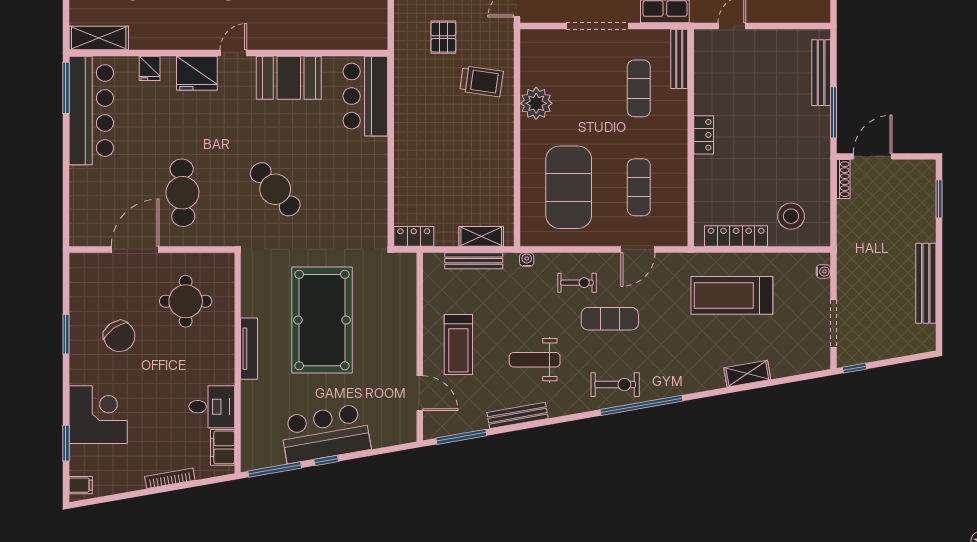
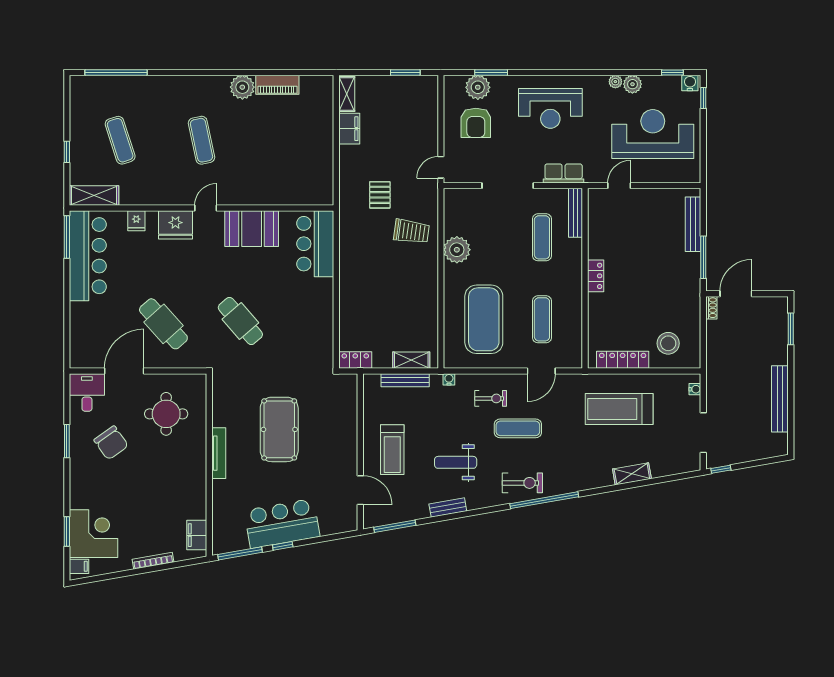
shoe rack: (843, 179) -> (711, 308), width x0.70
cafe table: (182, 193) -> (163, 324), turned -40
pool table: (322, 320) -> (279, 429), width x0.73, depth x0.76
desk: (212, 407) -> (87, 392), moved, turned -90
corner desk: (98, 415) -> (93, 534), moved
bench: (518, 415) -> (448, 507), width x0.73

